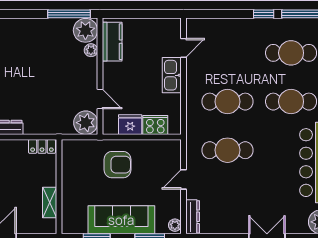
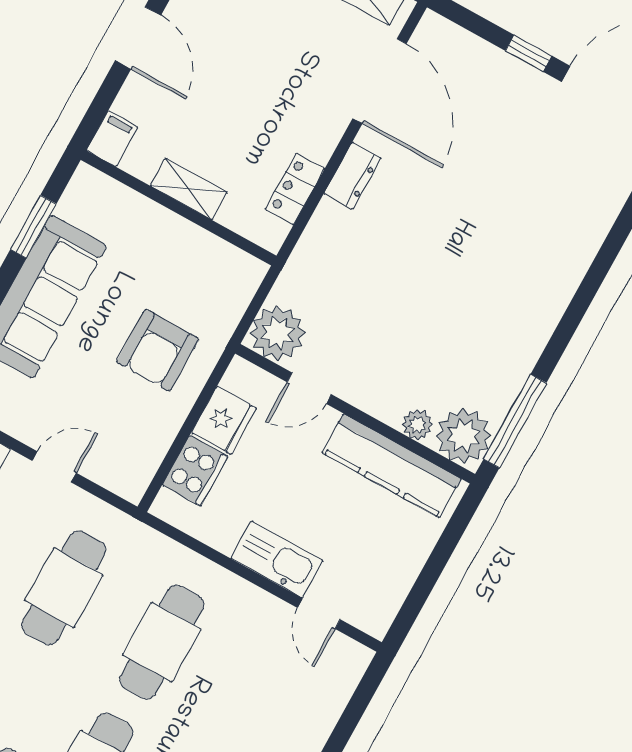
kitchen counter: (112, 42) -> (392, 466), width x1.50
locker: (42, 146) -> (295, 189), moved
door: (184, 179) -> (54, 467), hinge flipped
shelving: (50, 202) -> (189, 189), moved
filing cabinet: (47, 227) -> (112, 139), added

